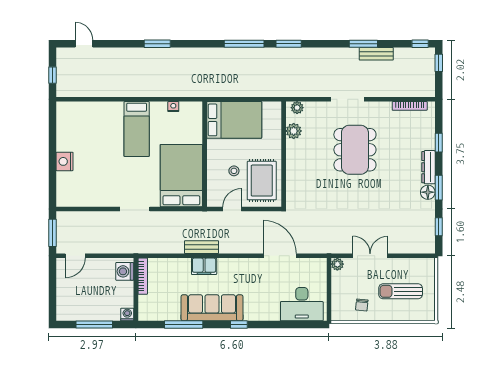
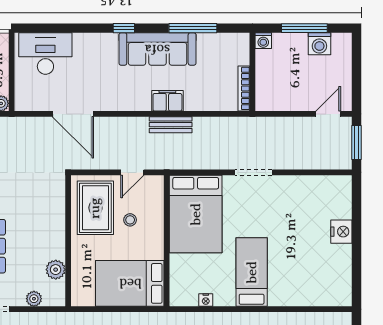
plant: (297, 108) -> (34, 299), moved
washing machine: (125, 271) -> (319, 44), moved, turned 90

